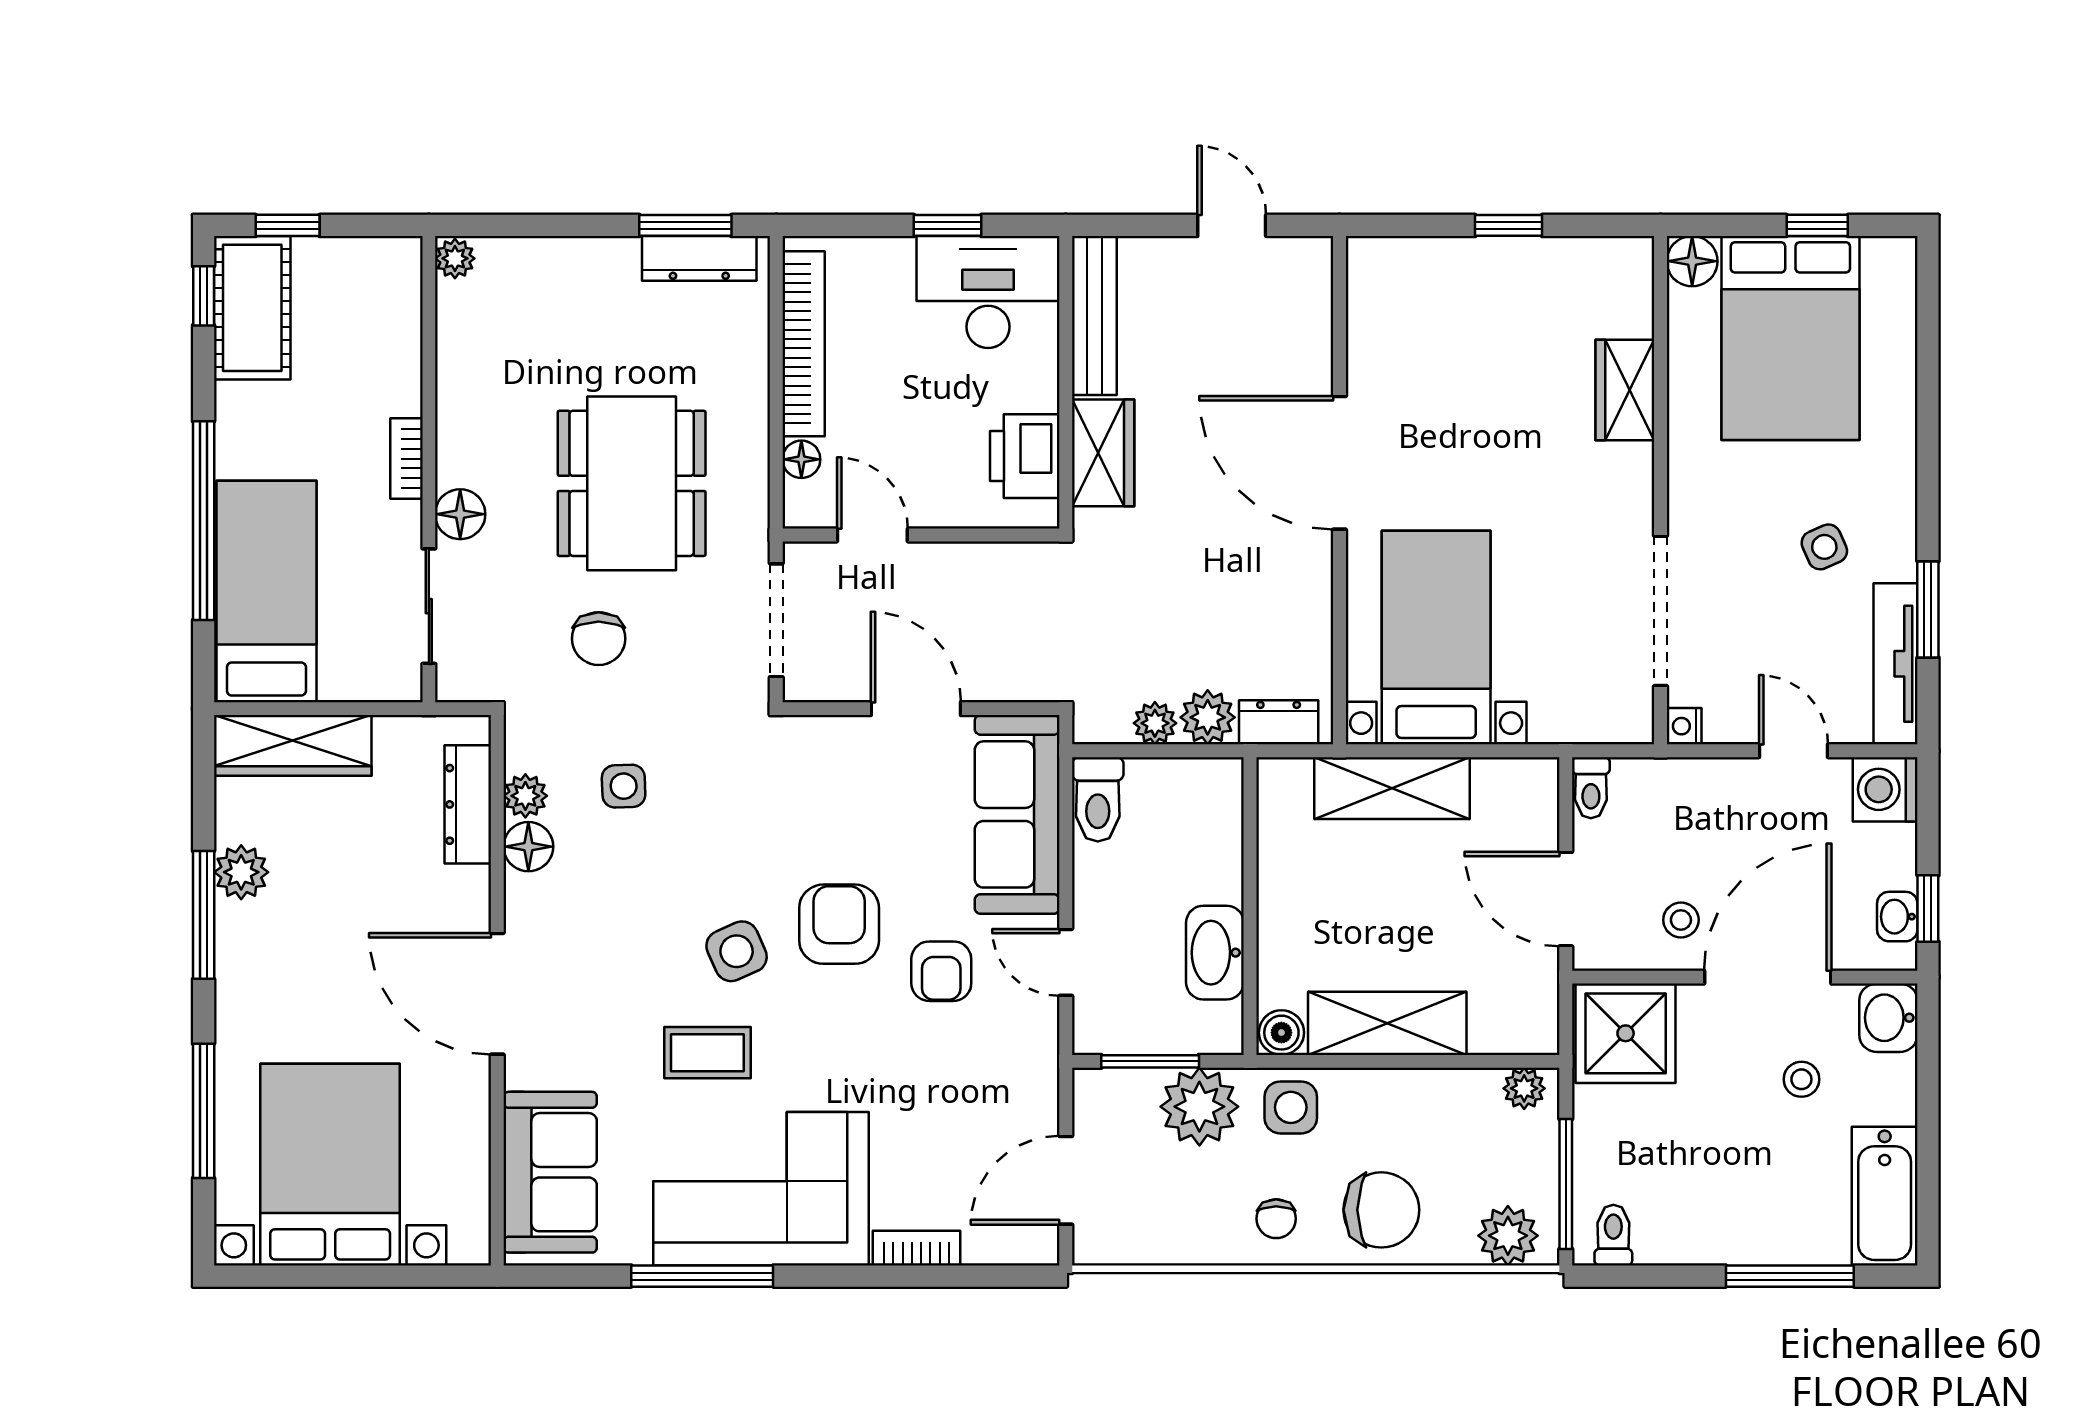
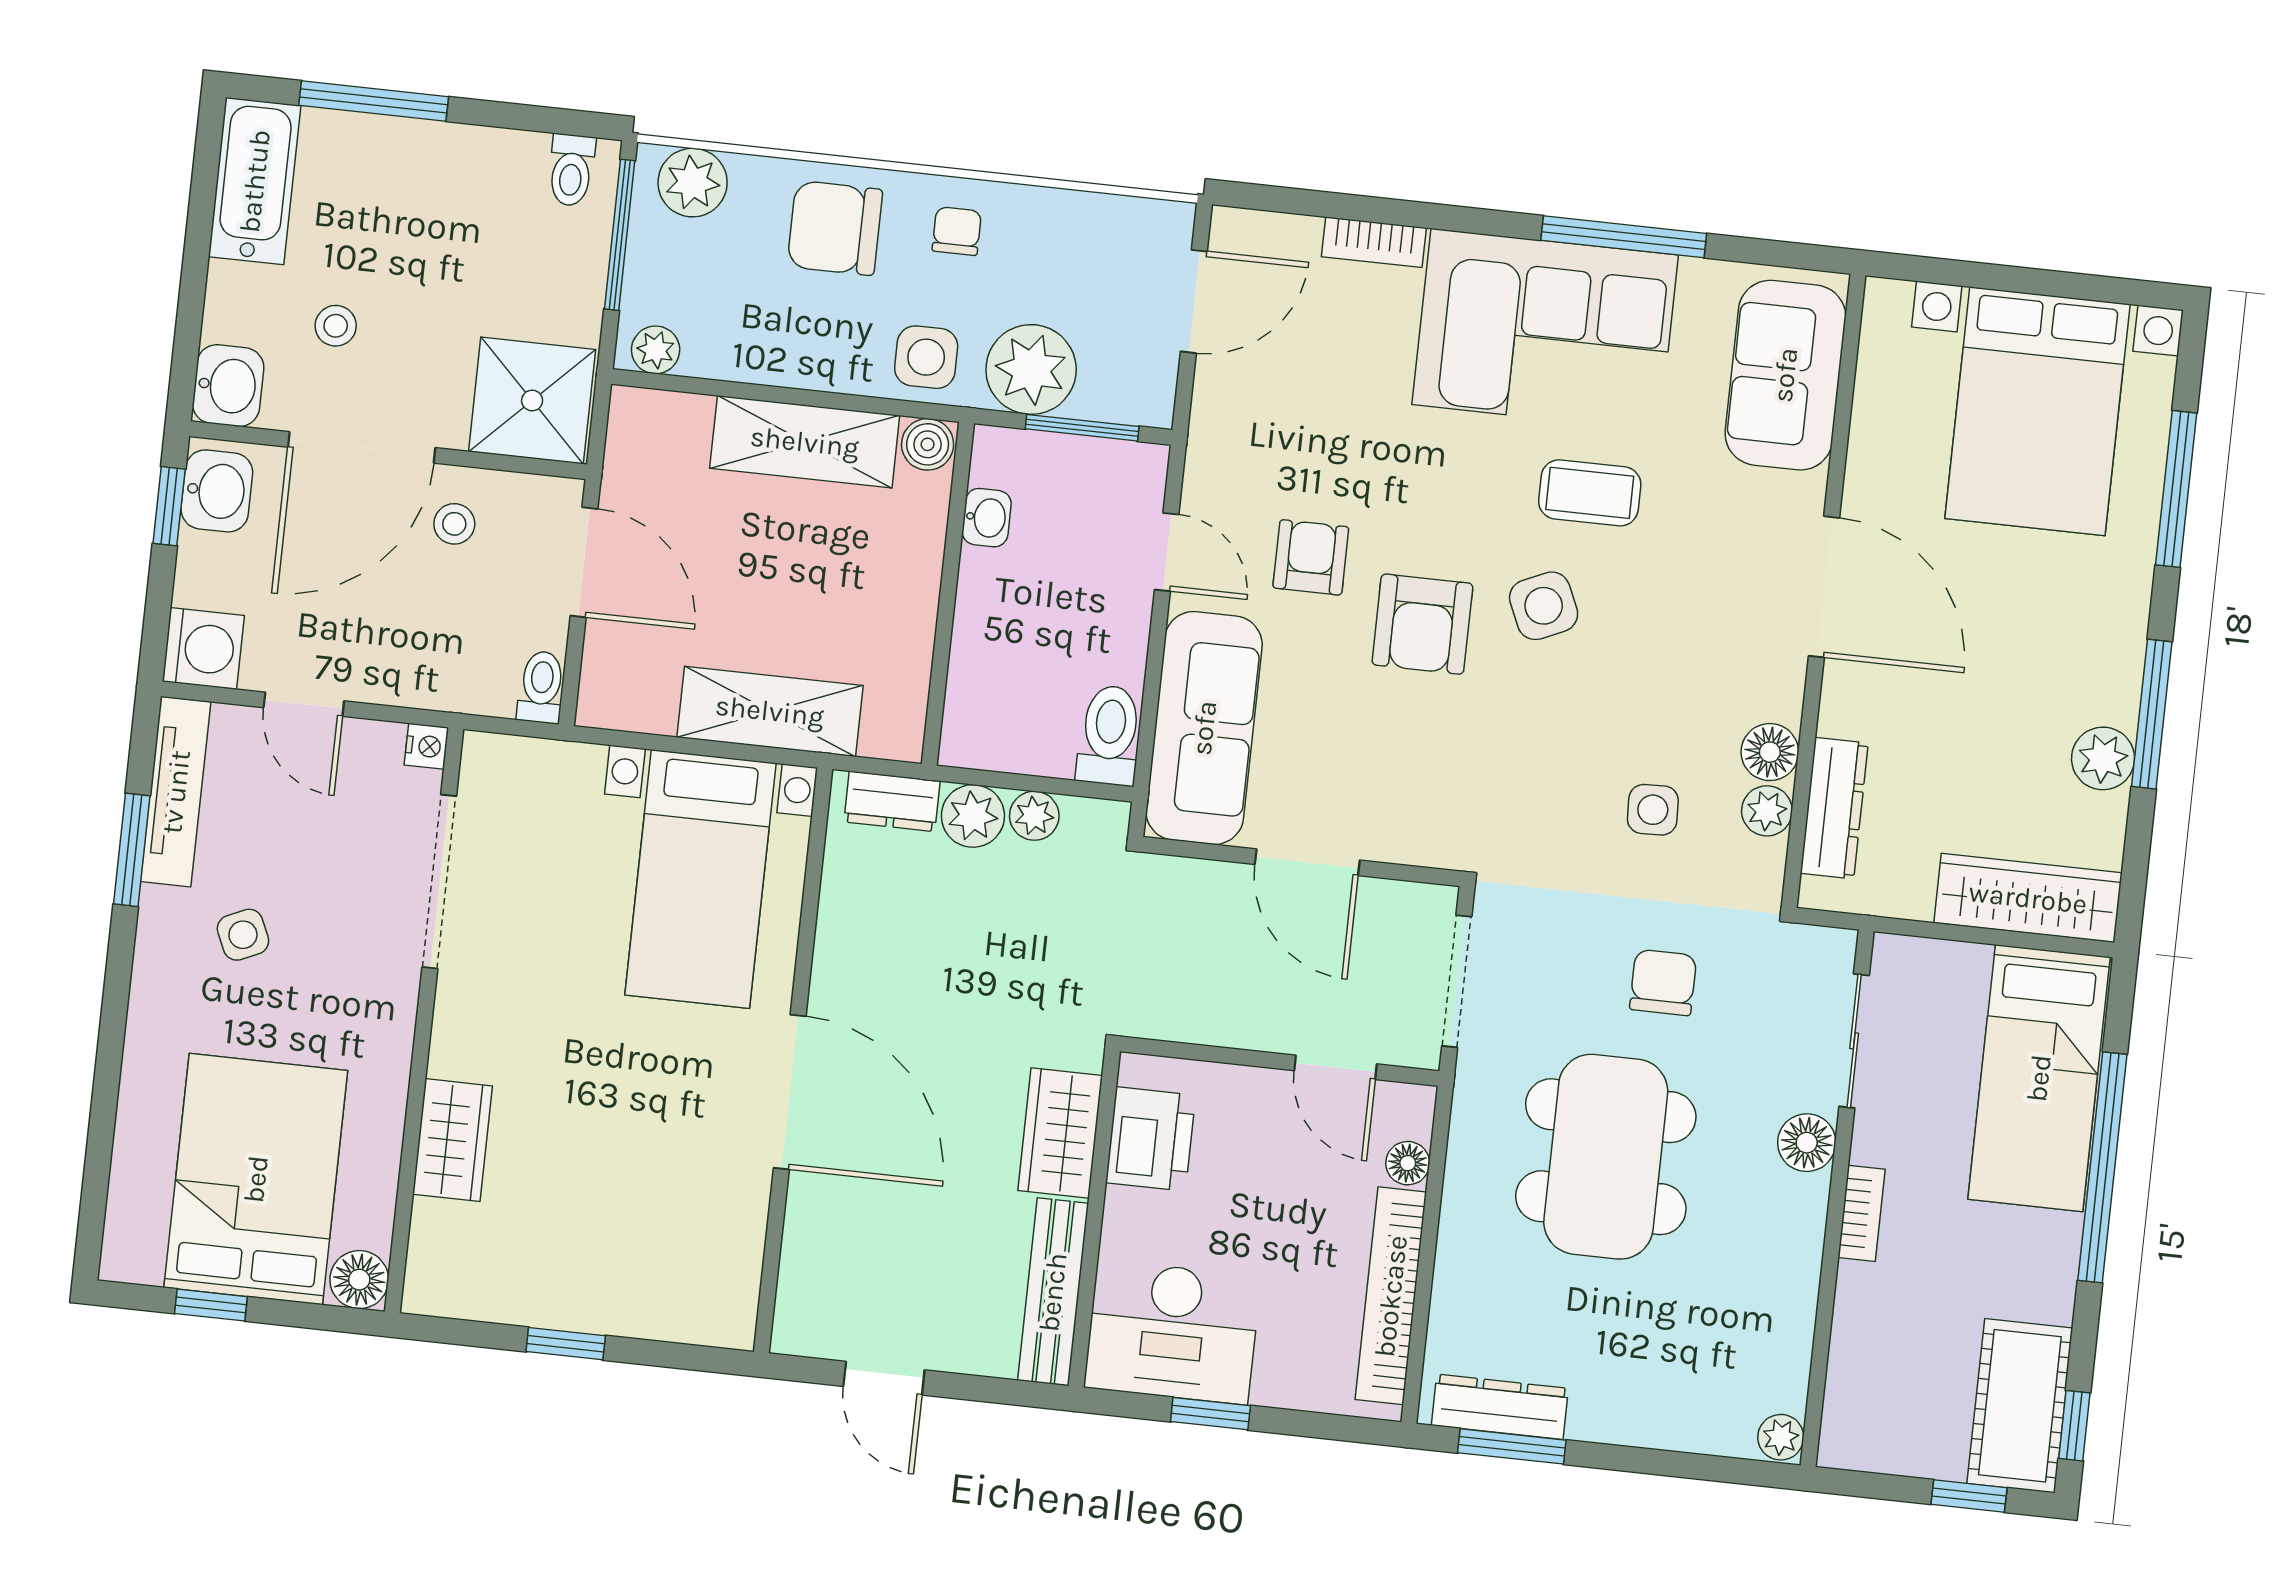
washbasin: (1897, 917) -> (217, 491), width x1.38, depth x1.45
washbasin: (1215, 953) -> (987, 518), width x0.52, depth x0.69

